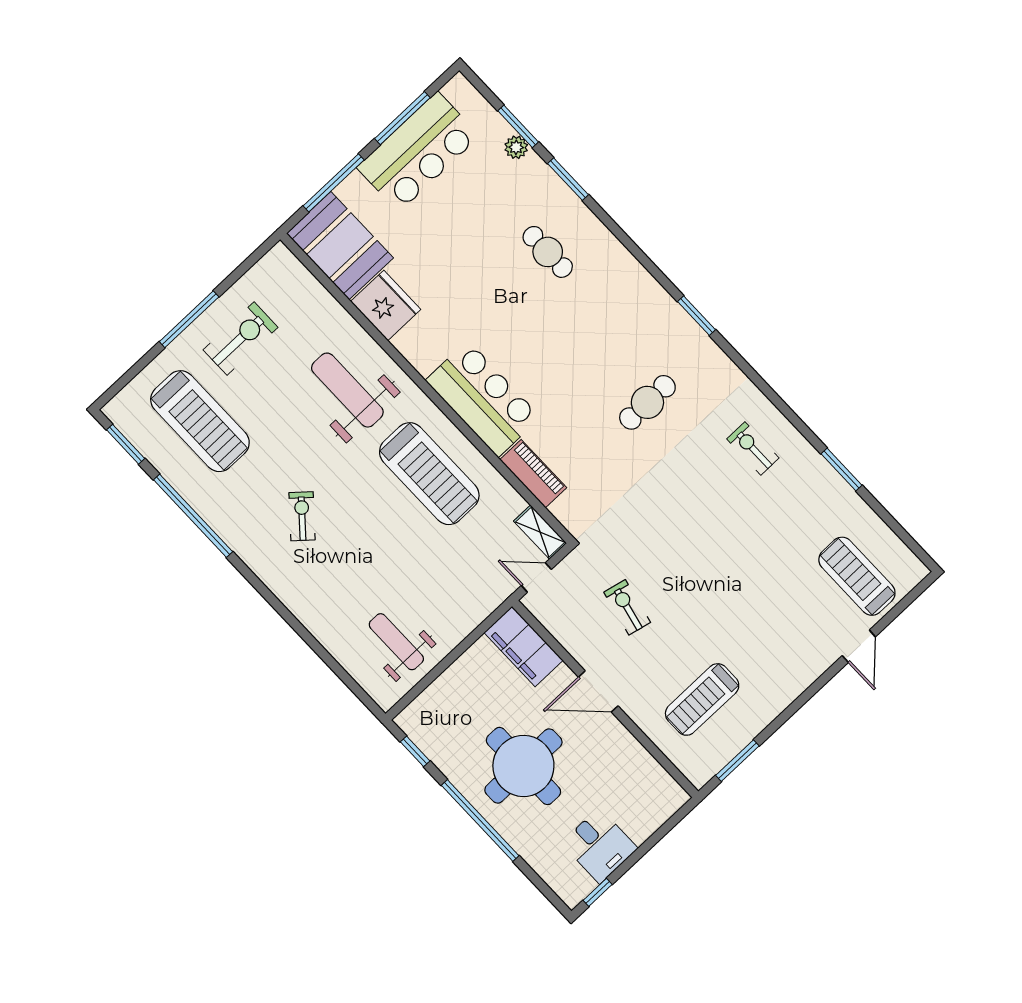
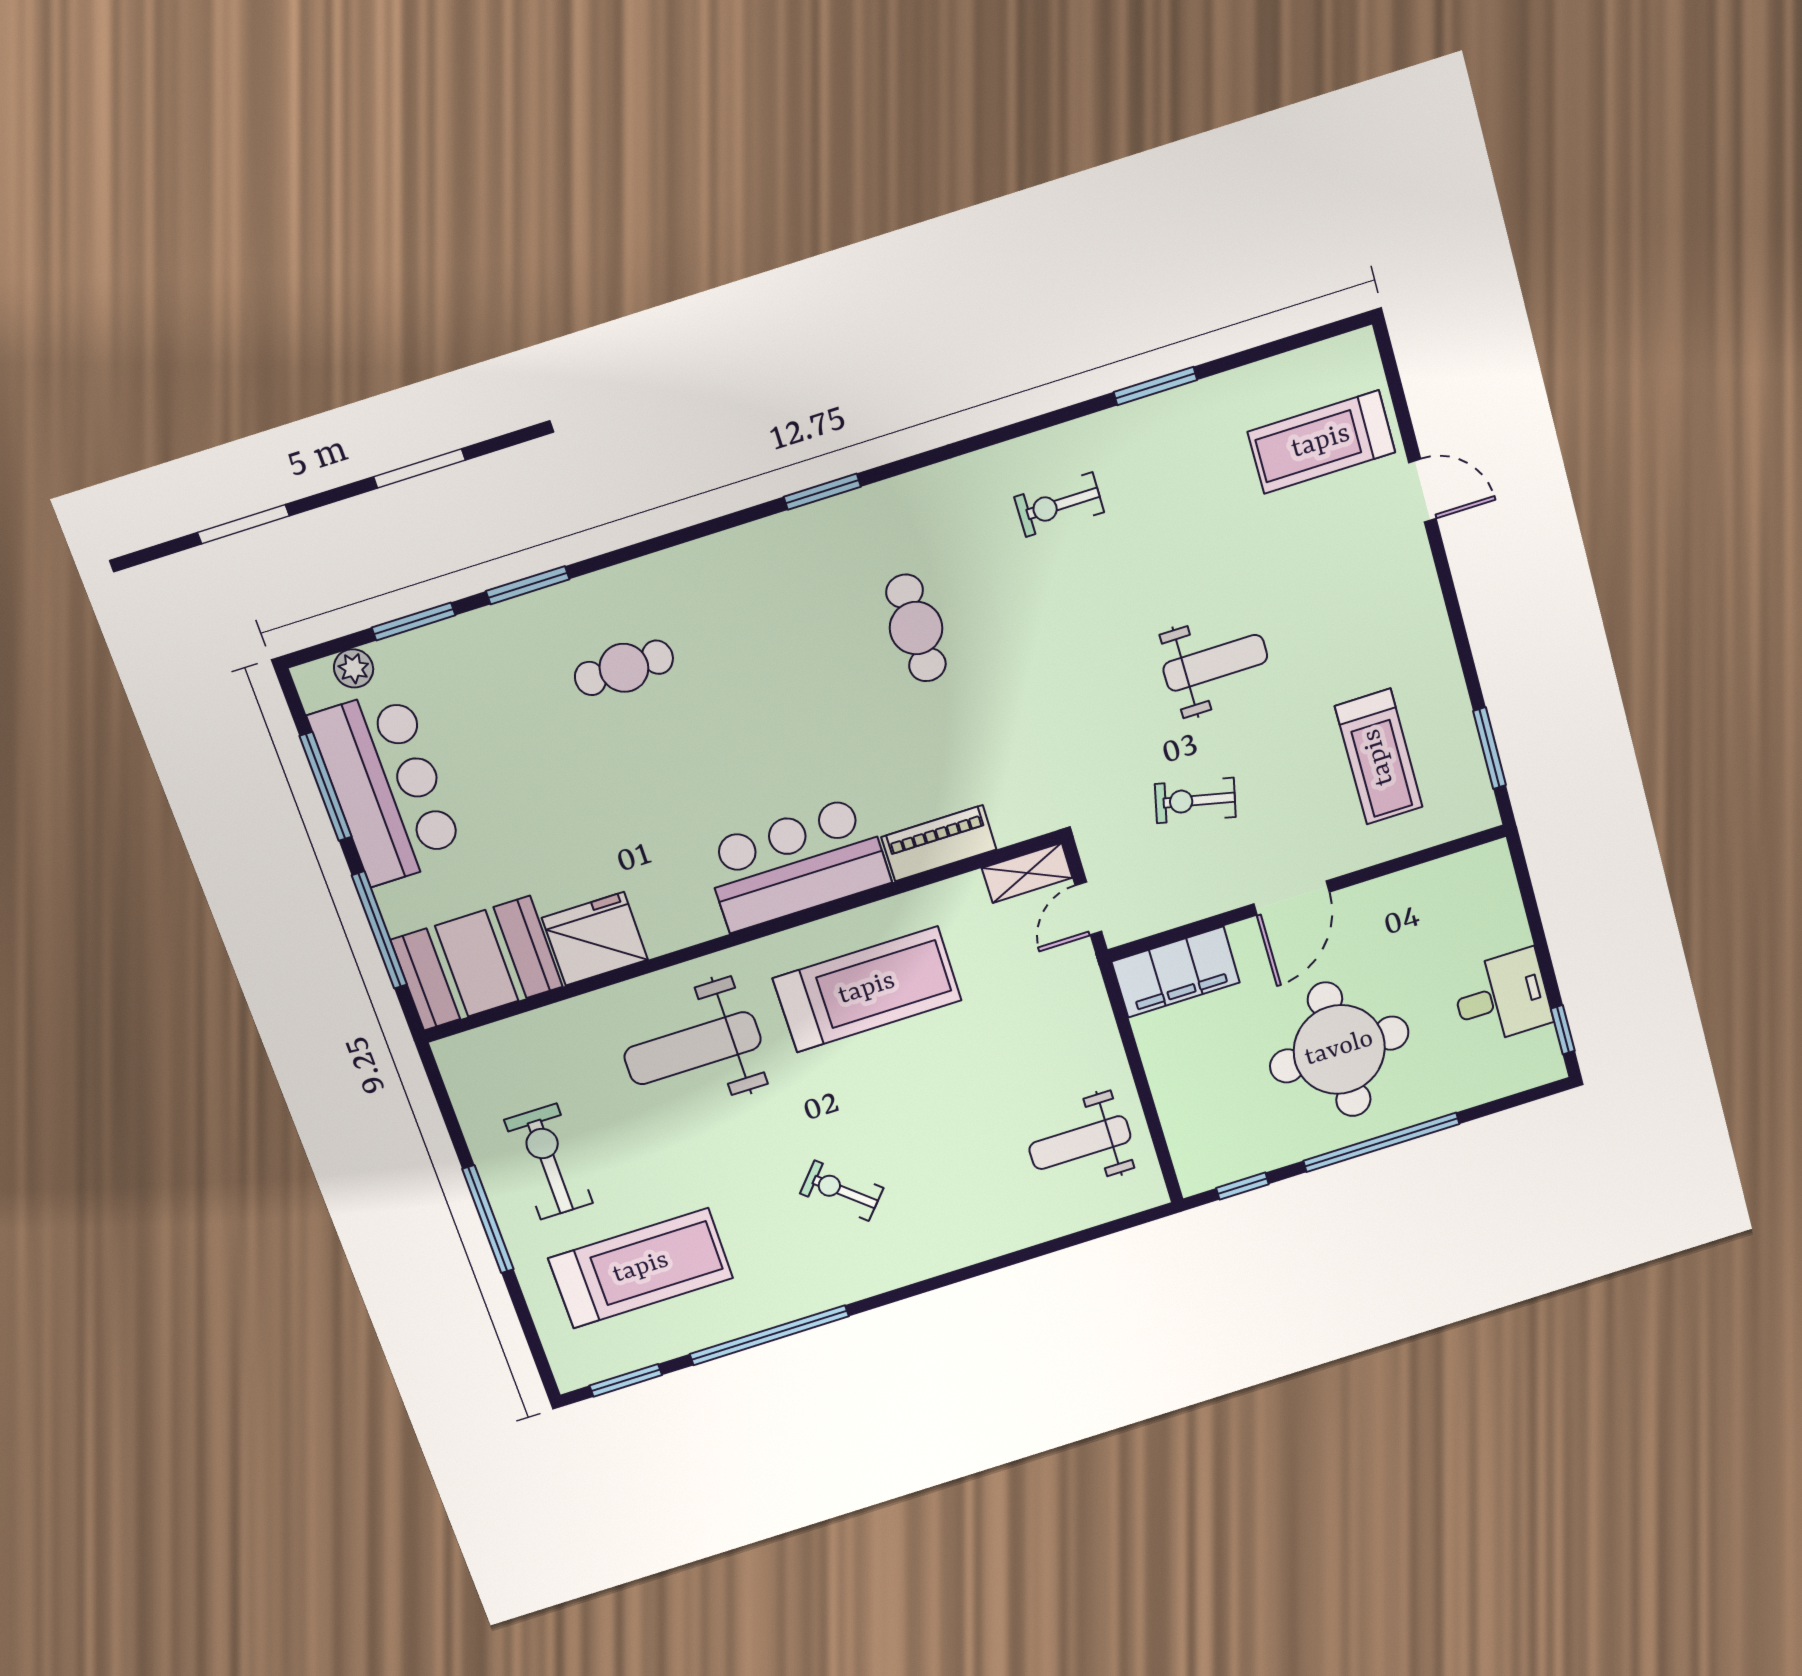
plant: (516, 147) -> (354, 668), moved
weight bench: (709, 579) -> (1215, 663), added

